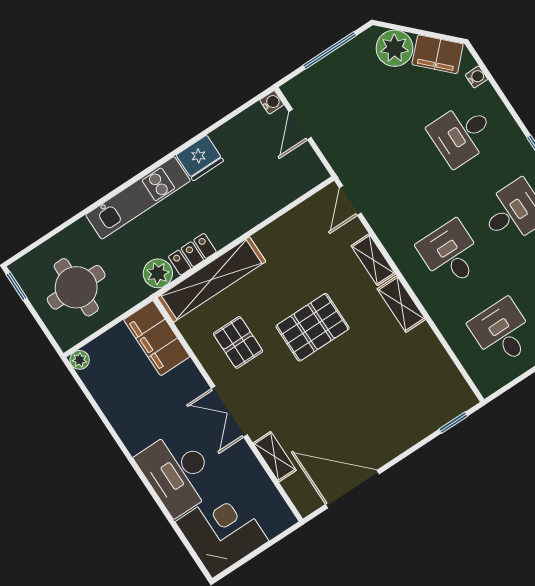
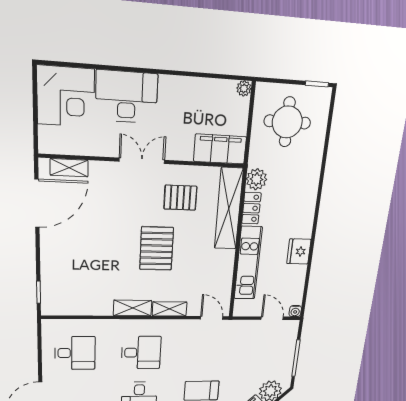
kitchen unit: (138, 198) -> (248, 263), moved, turned 180
shelving: (275, 457) -> (69, 168), moved

